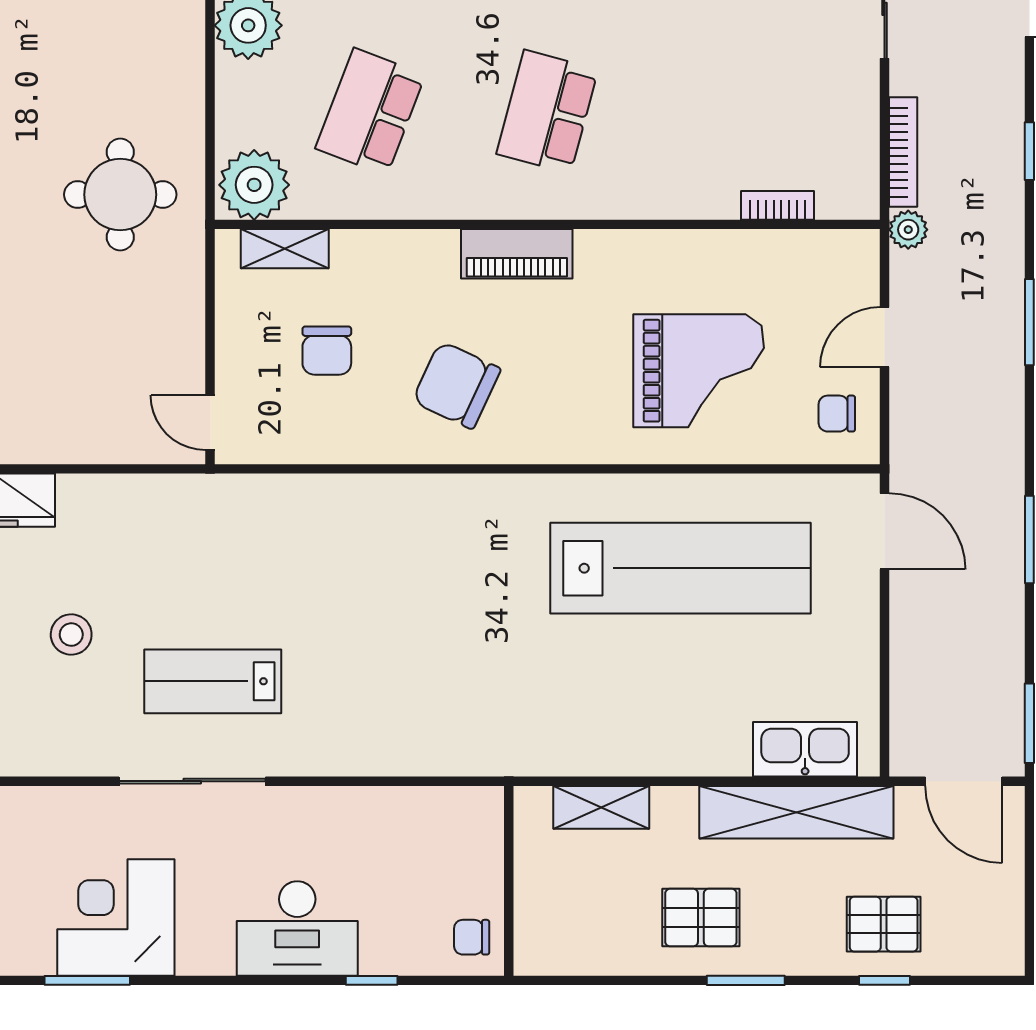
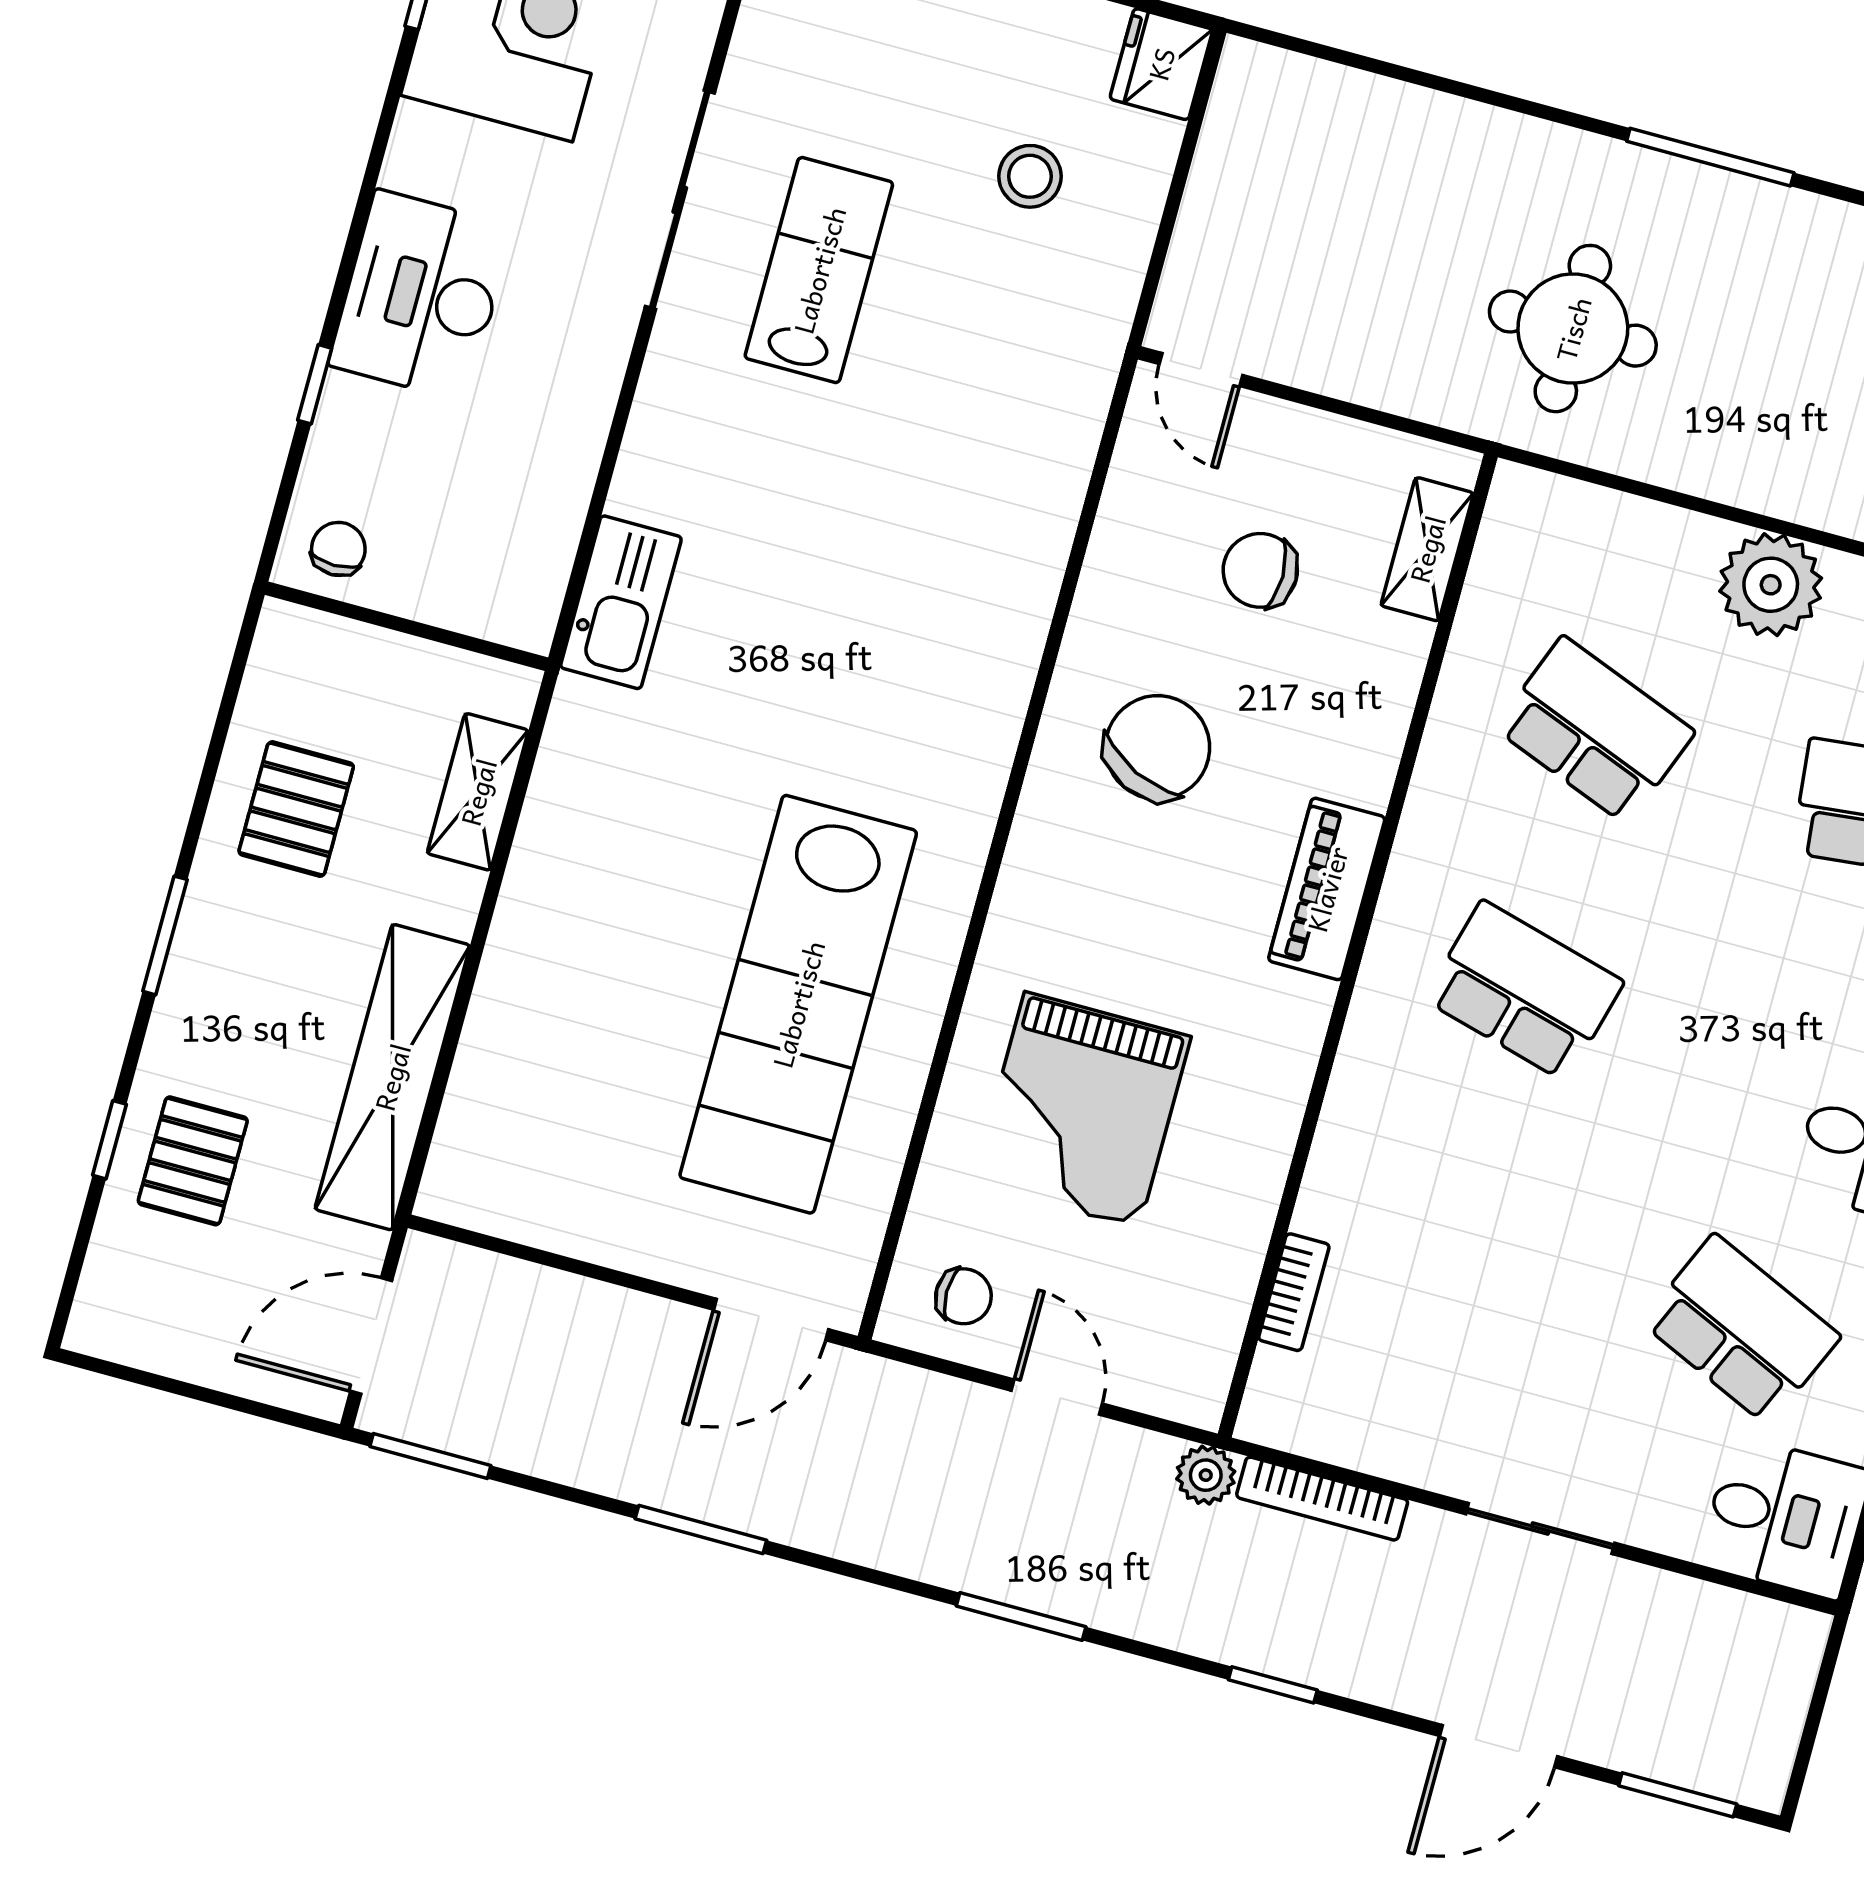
plant: (254, 185) -> (1533, 530), removed
chair: (837, 414) -> (963, 1296), turned 90
door: (210, 423) -> (1201, 369), swing flipped
stool: (71, 635) -> (1030, 176), moved
kitchen sink: (805, 749) -> (621, 602), moved
pallet: (701, 918) -> (296, 809), moved

